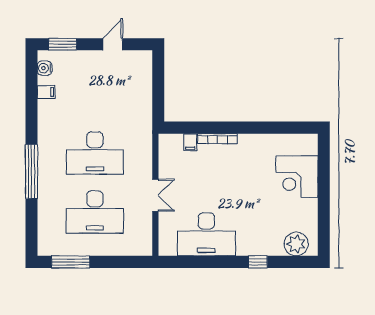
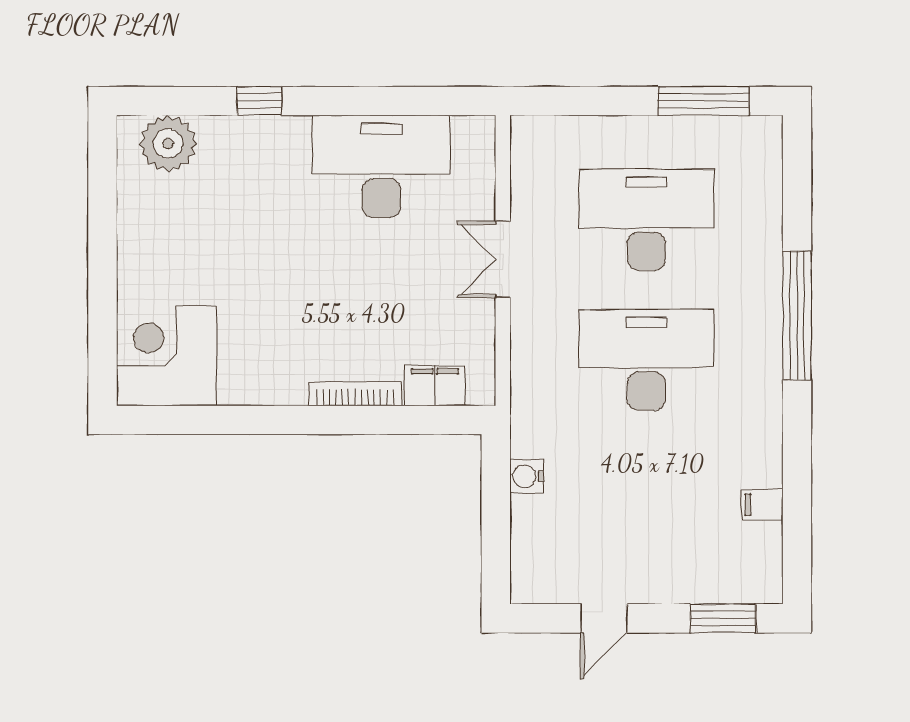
water cooler: (45, 68) -> (527, 476), moved, turned 180
filing cabinet: (190, 142) -> (435, 385), width x2.00
corner desk: (297, 177) -> (166, 356), moved, turned -90

